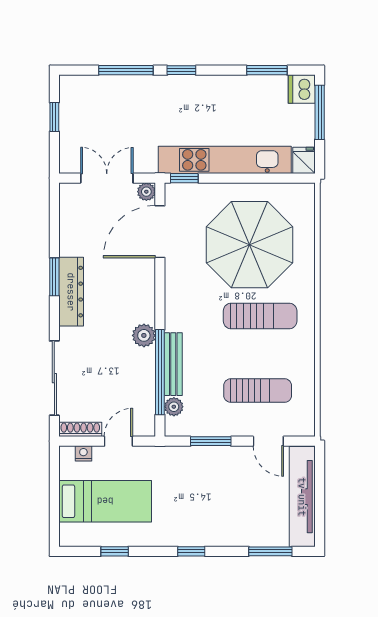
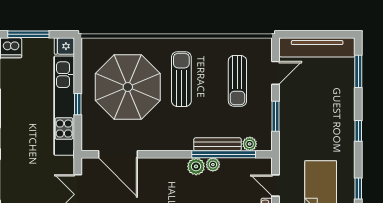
window: (184, 178) -> (78, 104), moved
plant: (146, 192) -> (213, 165), moved
sun lounger: (258, 391) -> (237, 81), turned 180

